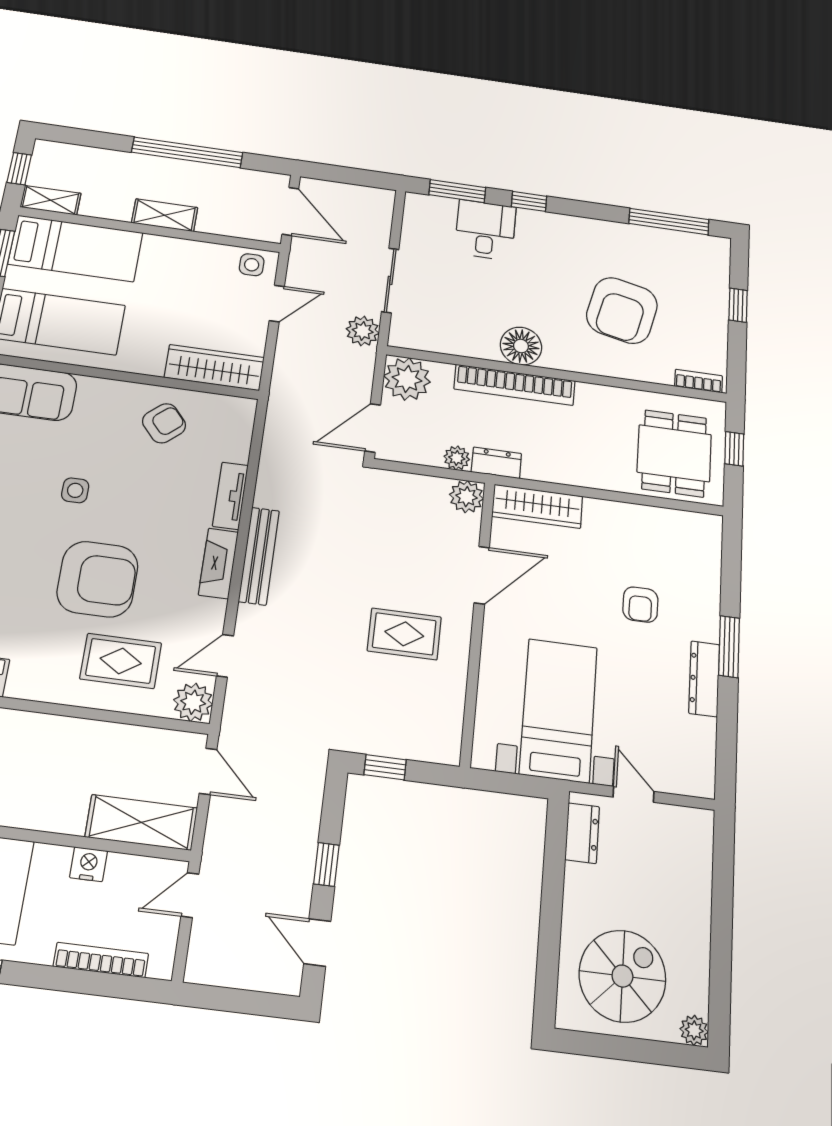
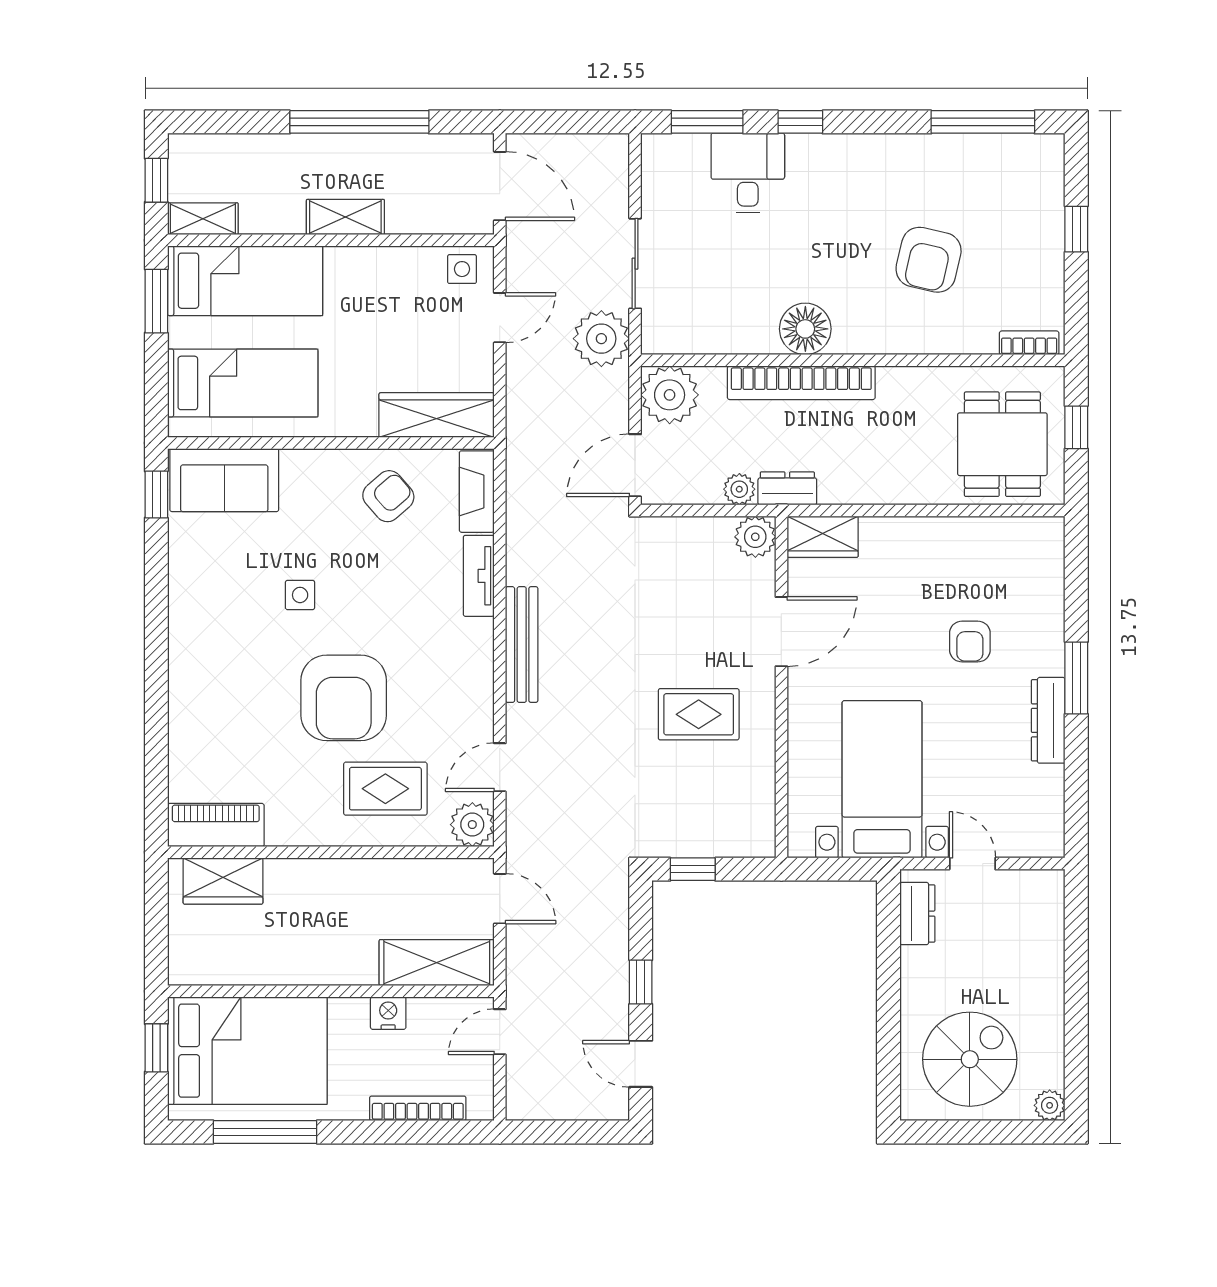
armchair: (622, 310) -> (929, 260), width x0.73, depth x0.73
plant: (363, 331) -> (601, 339), width x1.36, depth x1.36
wardrobe: (537, 506) -> (823, 537), width x0.67
fireplace: (218, 563) -> (477, 492), moved
armchair: (97, 579) -> (344, 698), turned 90

